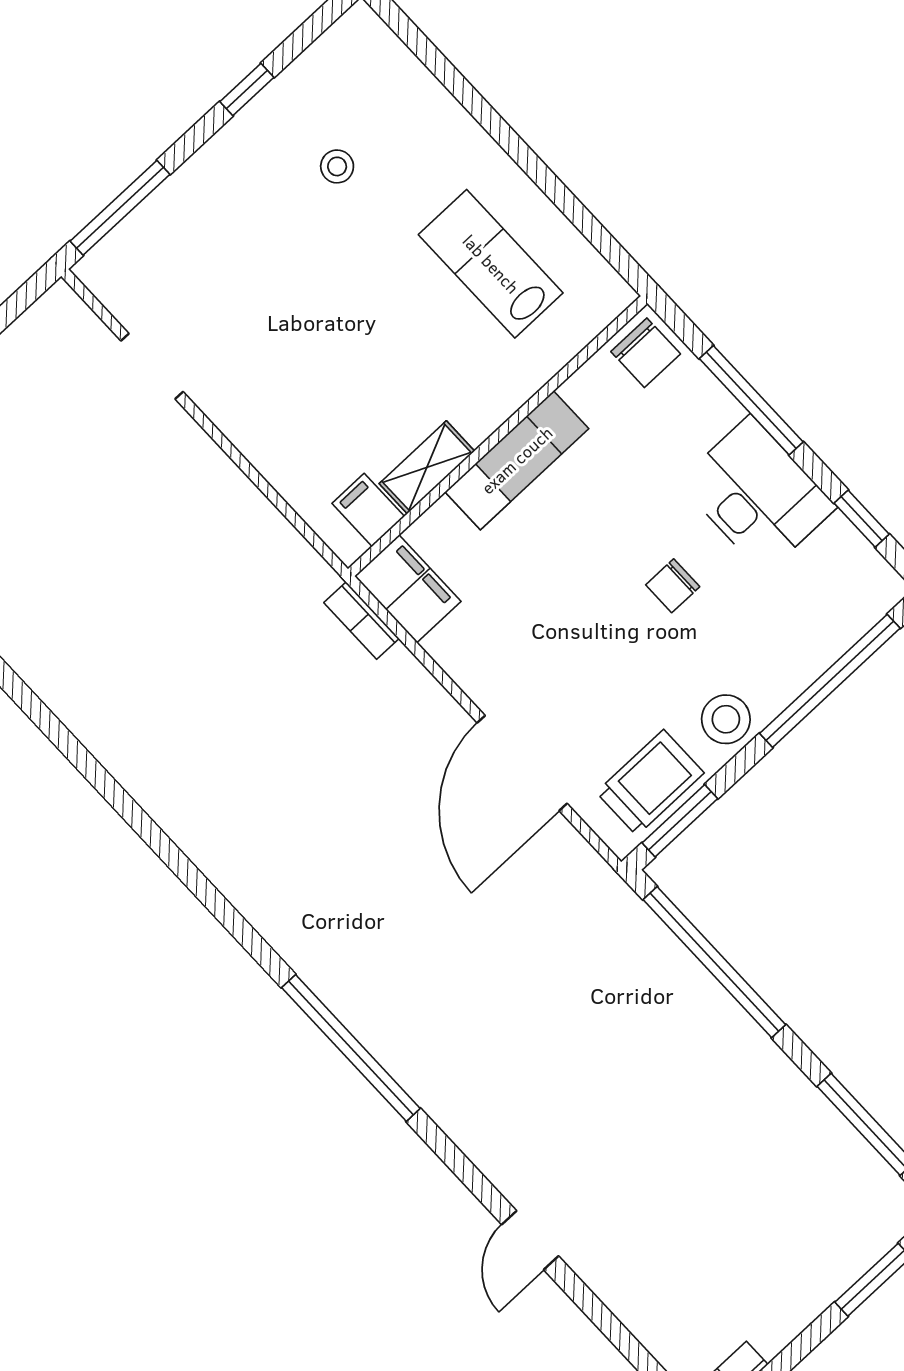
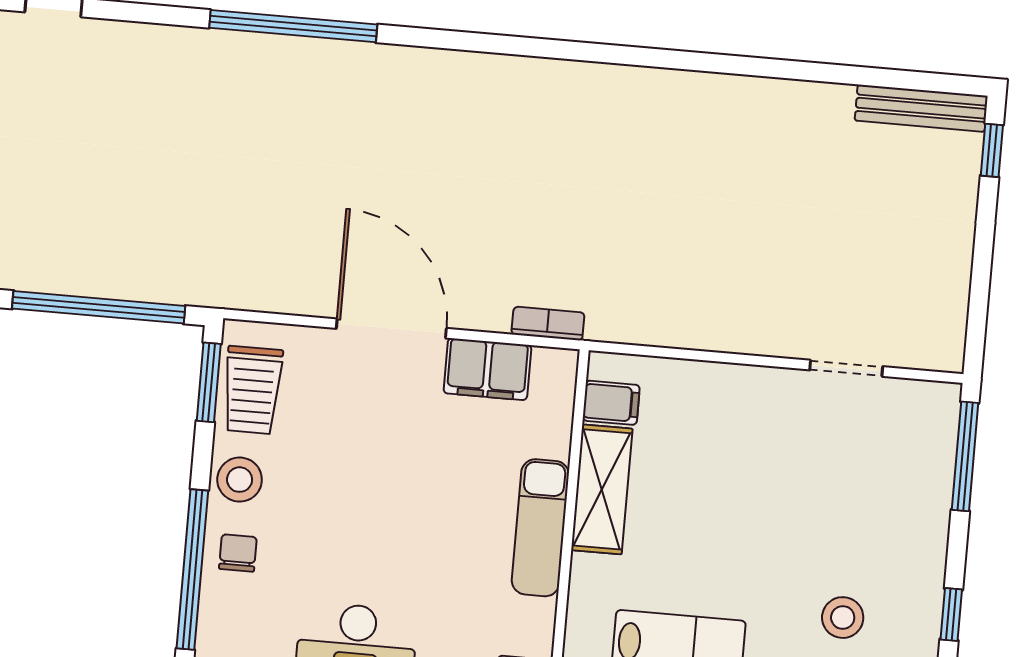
stool: (337, 166) -> (843, 618), width x1.37, depth x1.37
shelving: (427, 467) -> (602, 489), width x1.50, depth x1.33
chair: (673, 586) -> (238, 553), moved
filing cabinet: (408, 589) -> (487, 369), moved
door: (522, 763) -> (391, 328), moved

